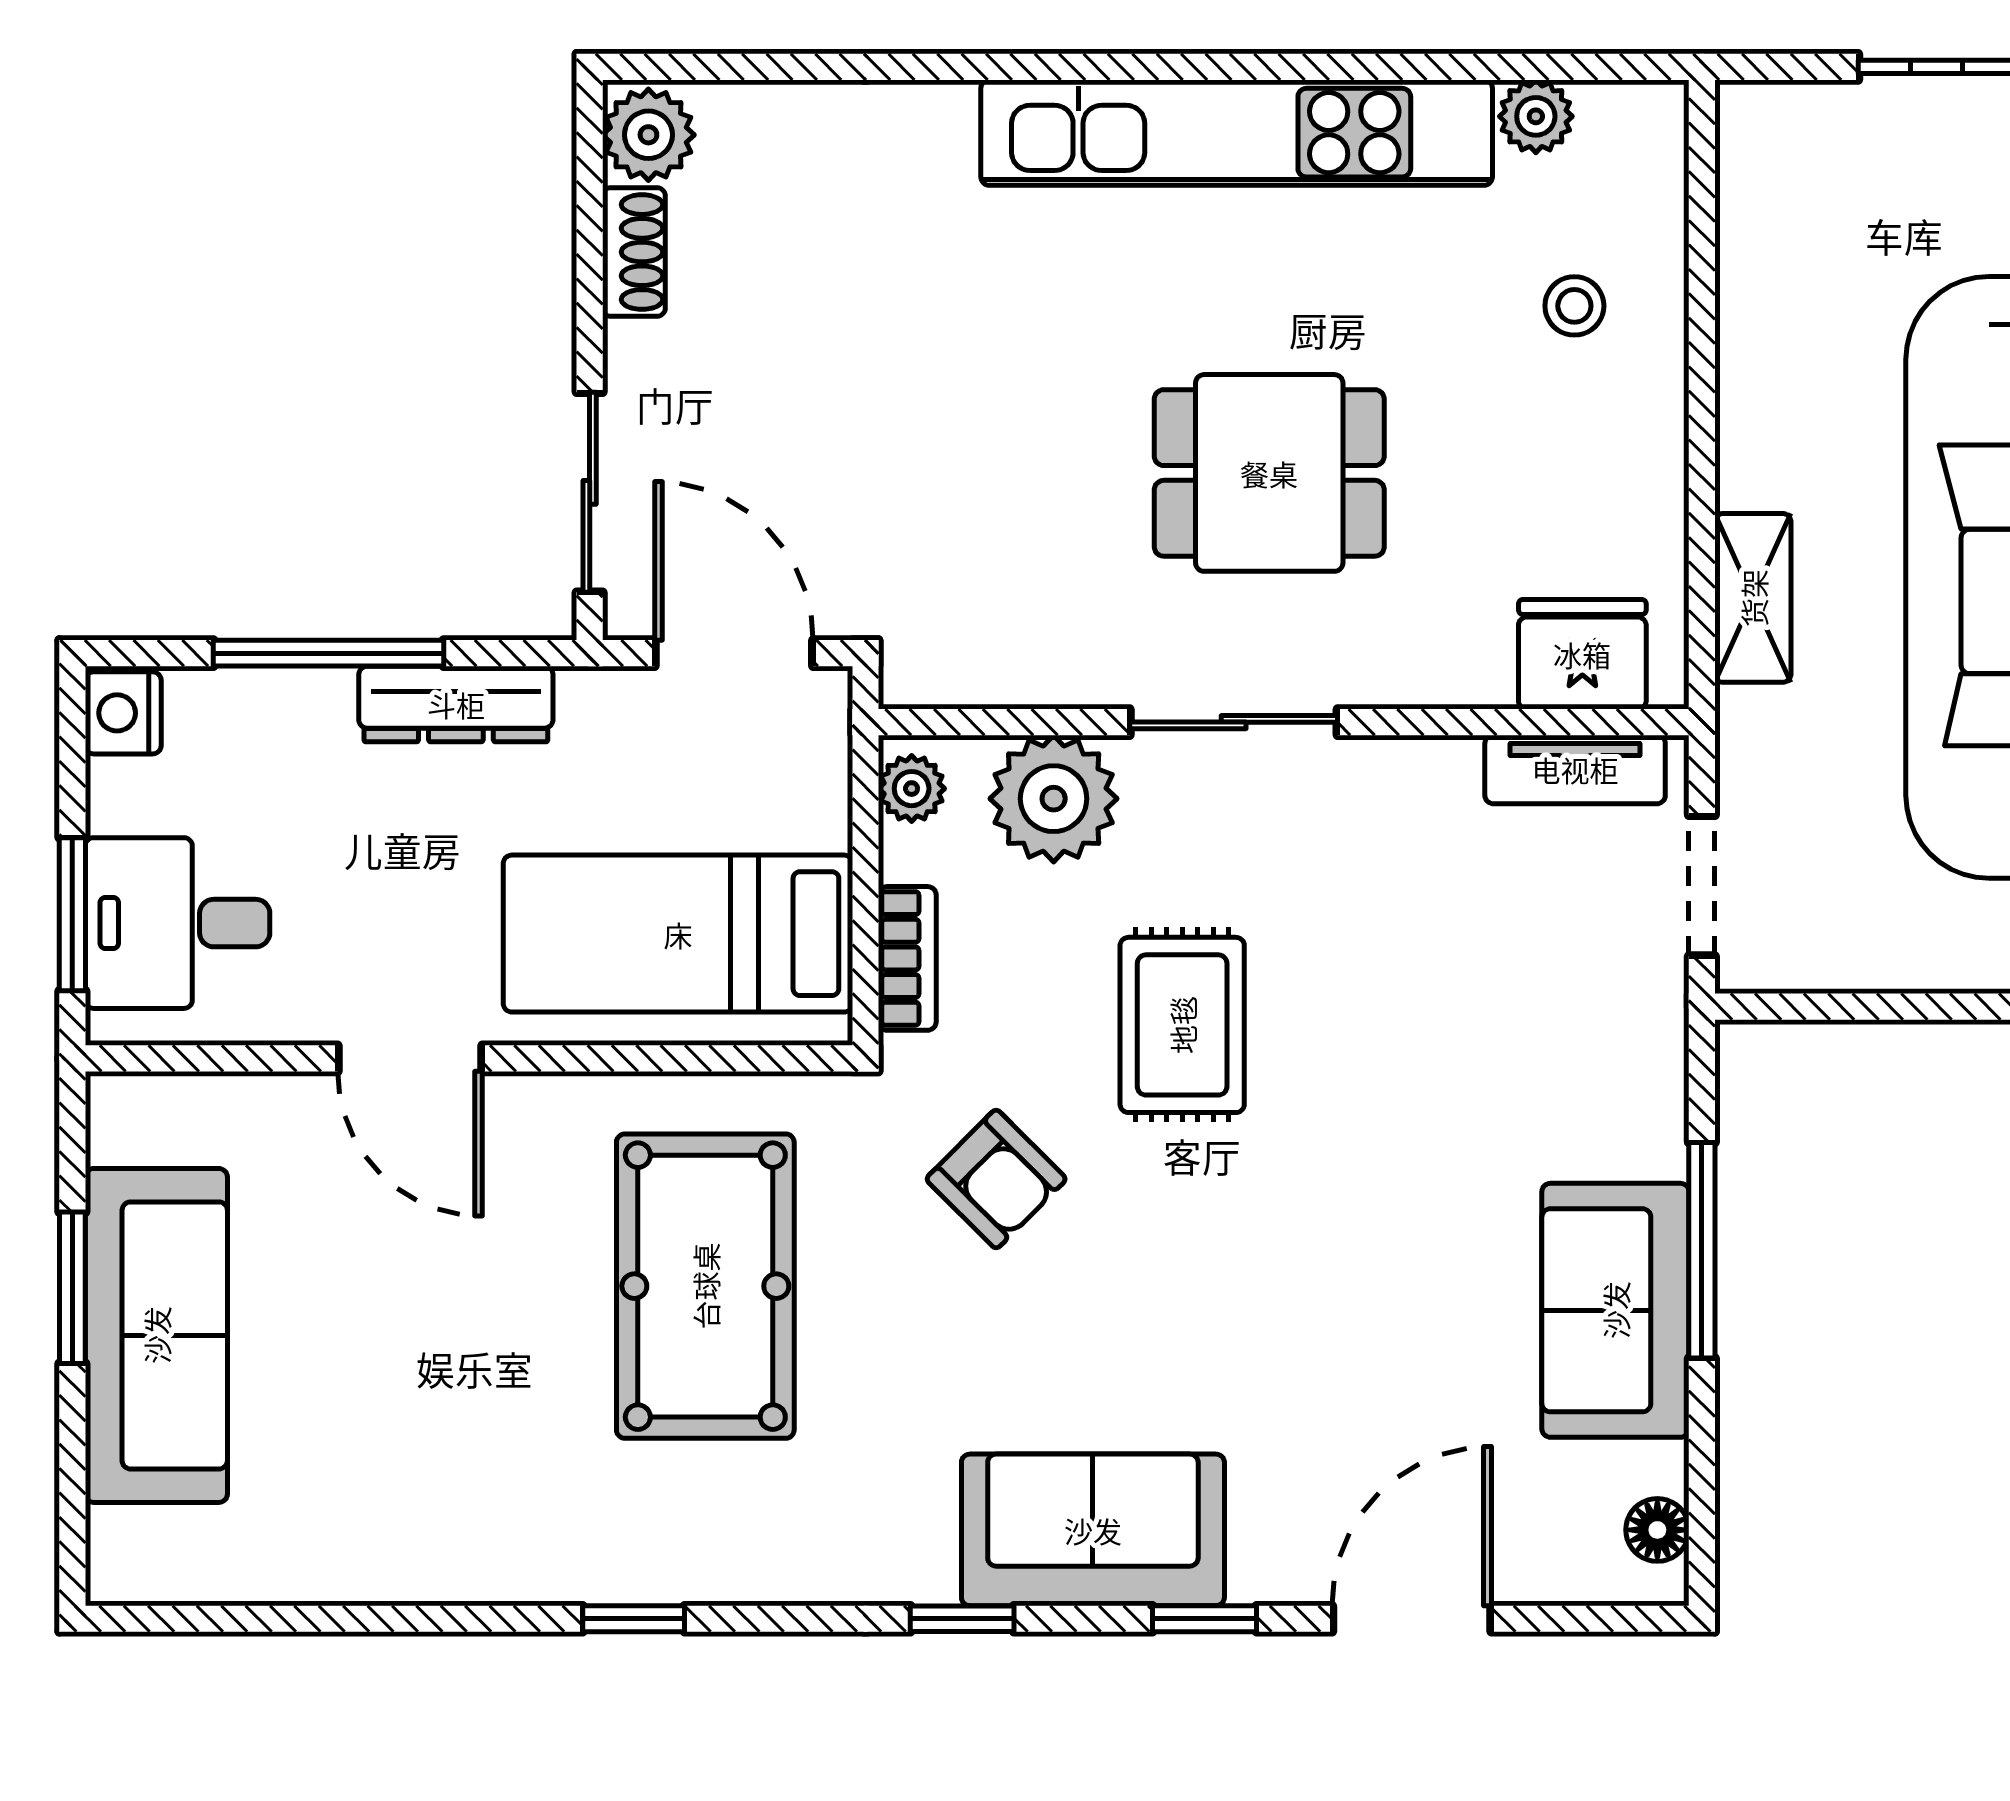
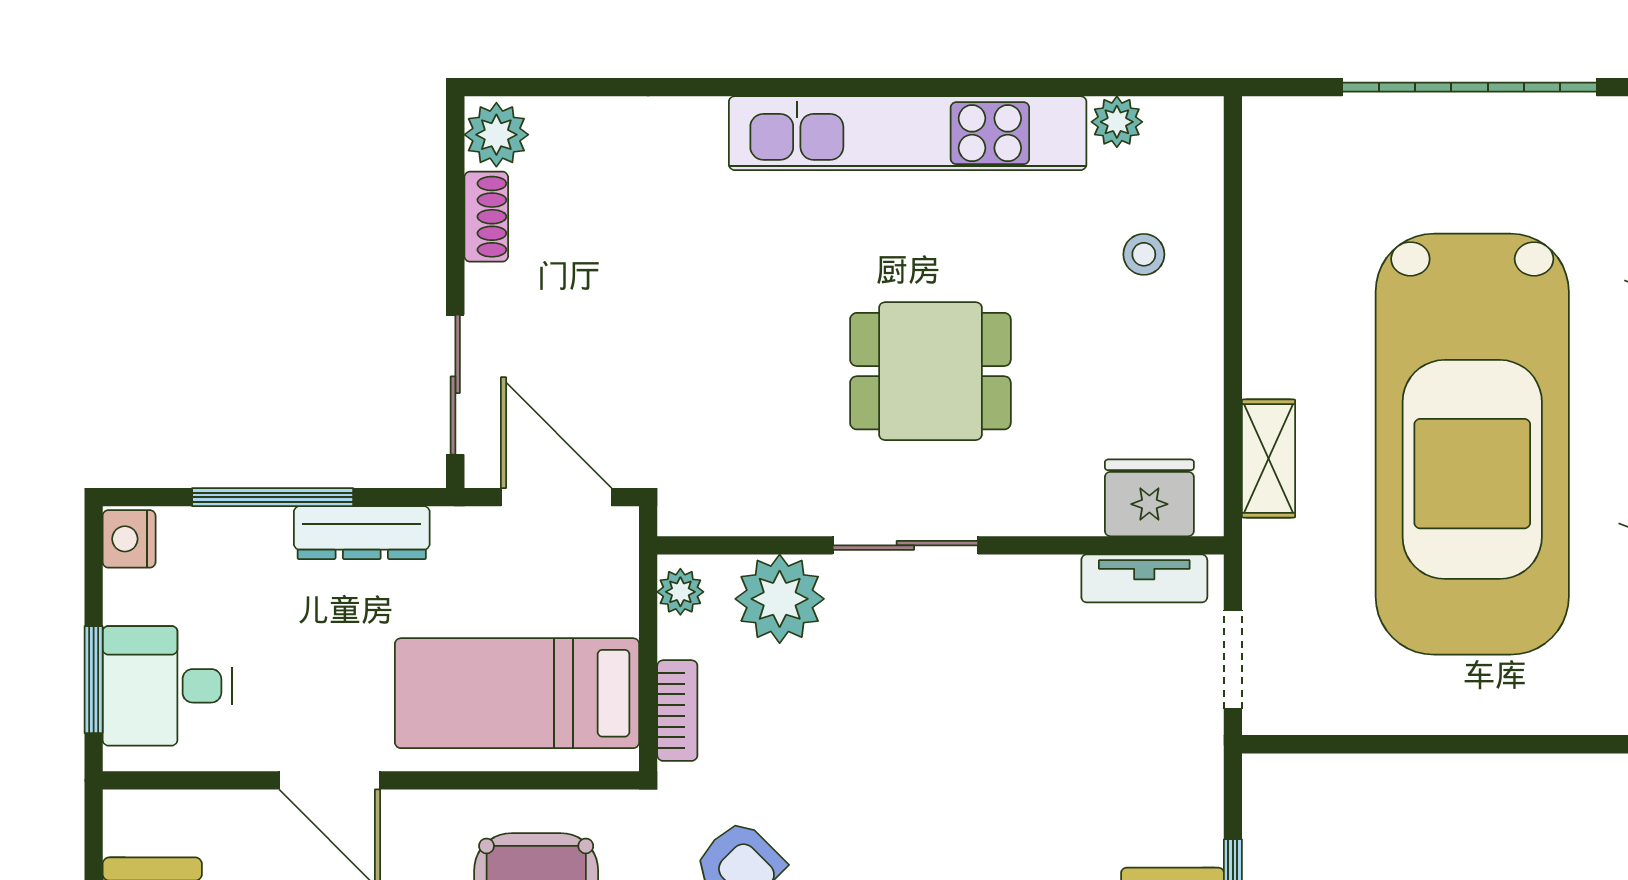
rug: (1182, 1025) -> (870, 757), removed

